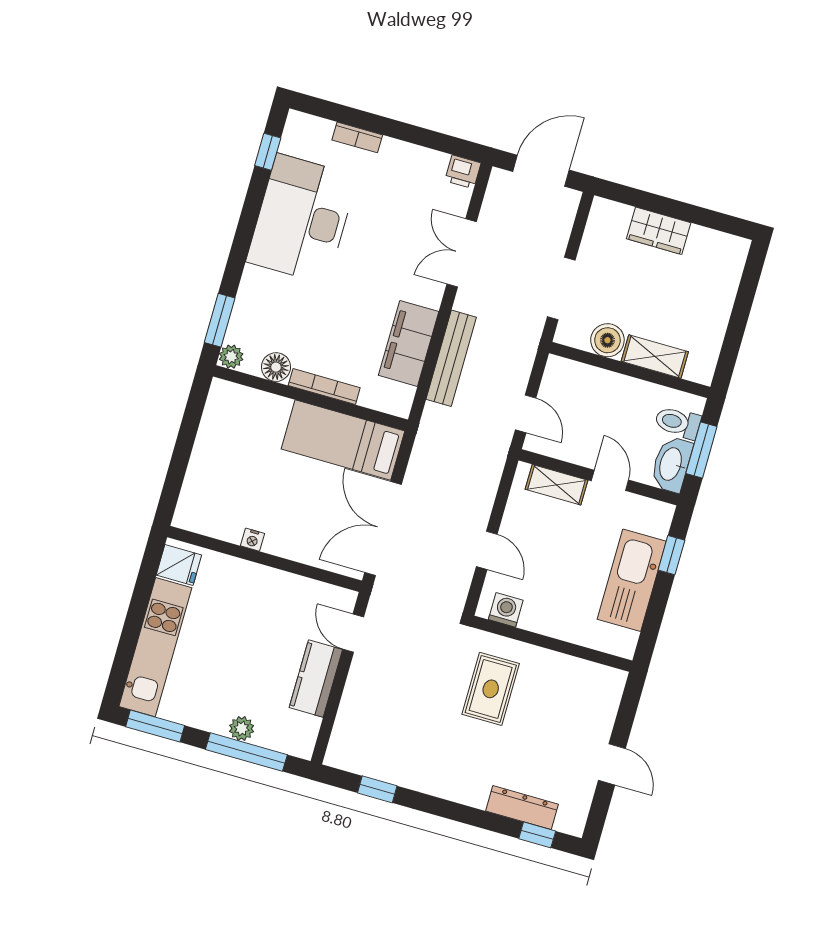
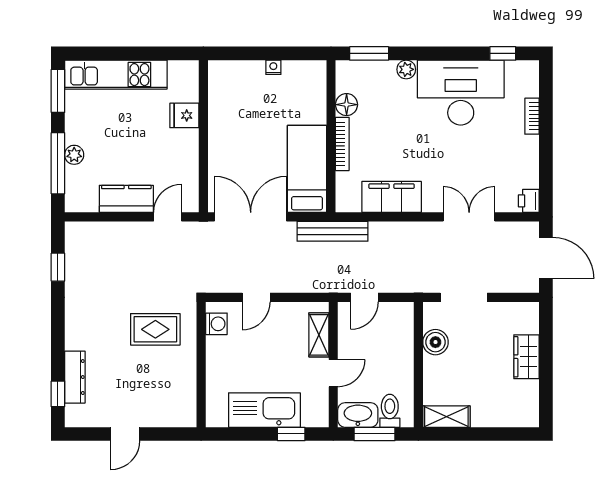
plant: (231, 357) -> (406, 69), moved
shelving: (655, 357) -> (446, 417), moved, turned 90
bench: (451, 358) -> (333, 231), moved
nightstand: (253, 540) -> (273, 67), moved, turned 90
fridge: (179, 565) -> (184, 115), moved, turned 90

